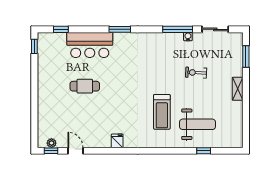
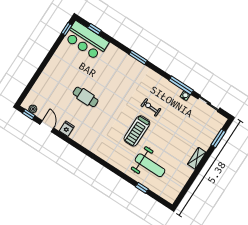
bar counter: (90, 45) -> (86, 40), moved
exercise bike: (196, 73) -> (151, 107), moved
cafe table: (85, 86) -> (86, 97), moved
treadmill: (162, 112) -> (137, 131), moved
fridge: (117, 141) -> (67, 129), moved

